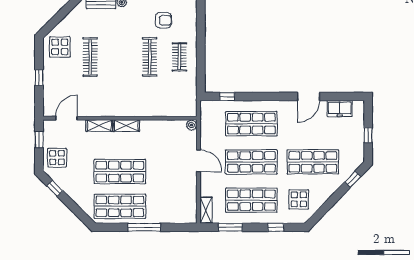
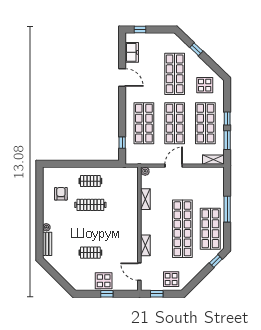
display table: (60, 47) -> (104, 281), moved
clothes rail: (90, 57) -> (90, 253), width x0.73
shelving: (126, 126) -> (145, 199), moved
window: (368, 135) -> (140, 29), moved
shop shelf: (120, 172) -> (182, 229), width x1.40
window: (353, 179) -> (196, 49), moved
window: (55, 188) -> (216, 261), moved
window: (276, 227) -> (227, 119), moved

